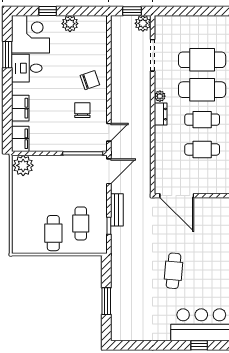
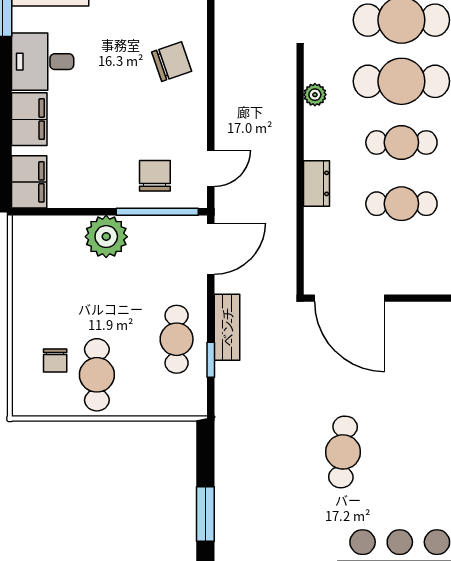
desk: (27, 68) -> (43, 62), moved
chair: (82, 110) -> (155, 176), moved
dresser: (161, 114) -> (317, 183), moved
plant: (23, 165) -> (106, 237), moved
cafe table: (81, 223) -> (177, 339), moved
chair: (33, 226) -> (55, 360), added

